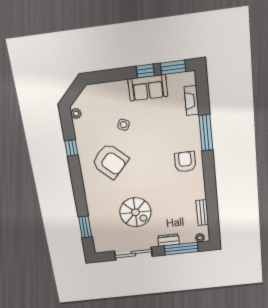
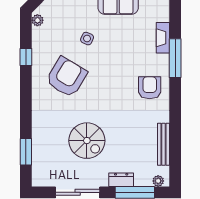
fireplace: (192, 100) -> (163, 38), moved
armchair: (110, 161) -> (66, 77), turned -102
bench: (202, 213) -> (164, 144), width x1.36

